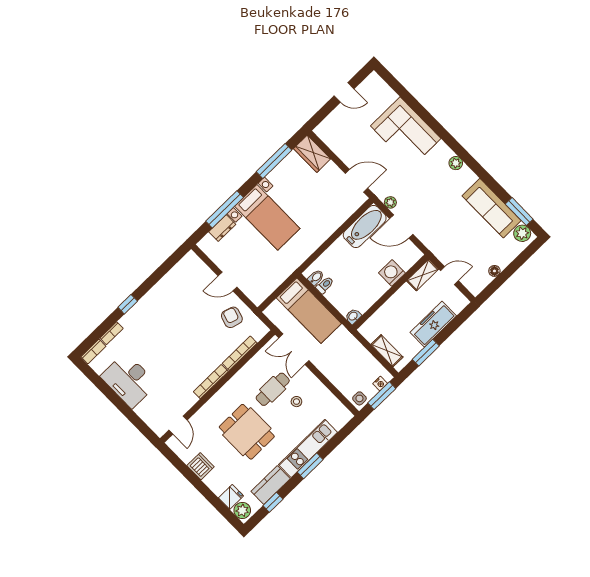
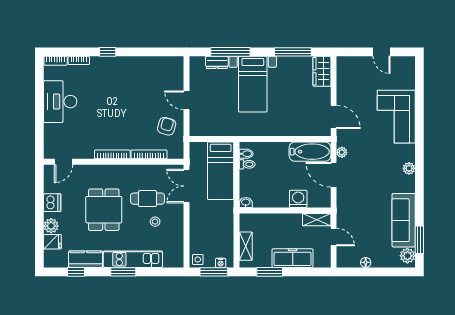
plant: (242, 510) -> (51, 226), moved

